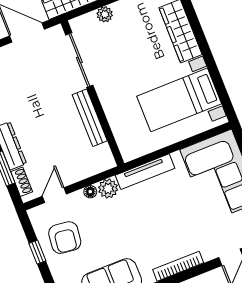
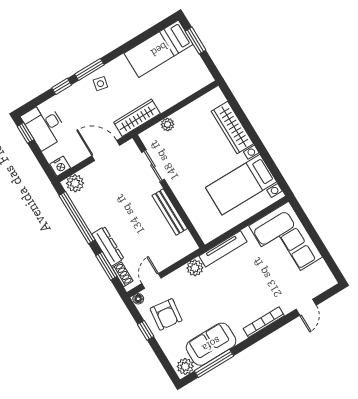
sliding door: (79, 60) -> (153, 166), width x0.73
floor lamp: (90, 192) -> (138, 299), moved

